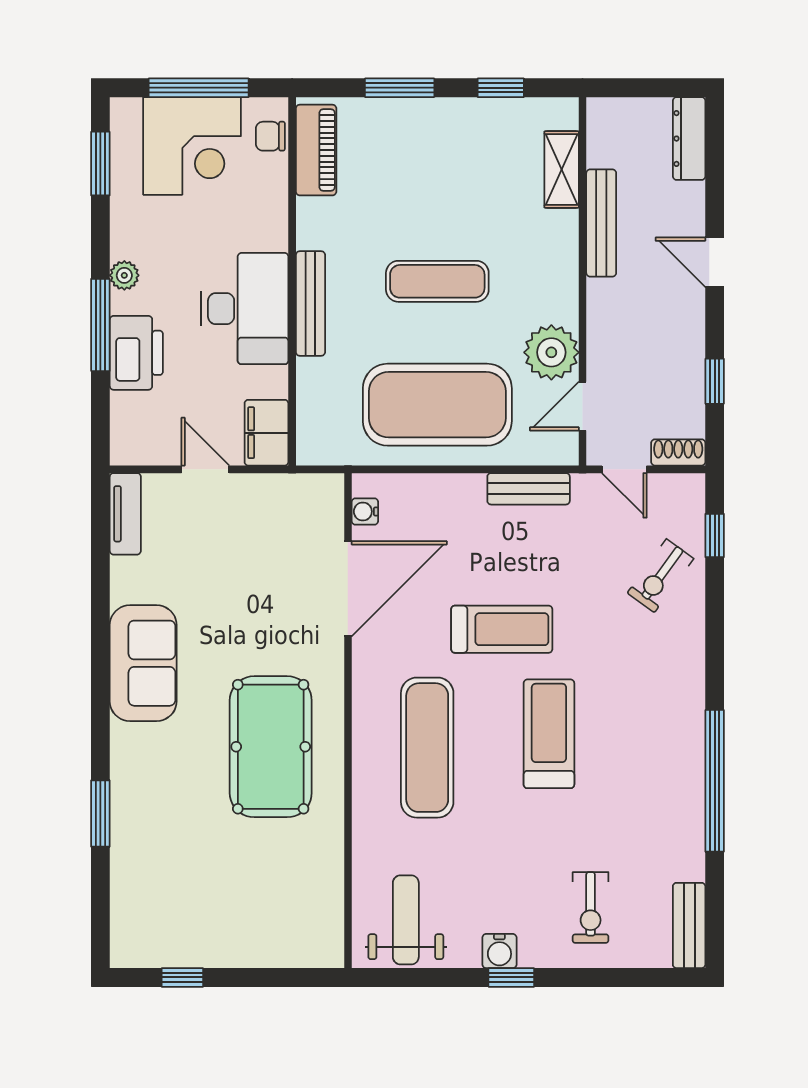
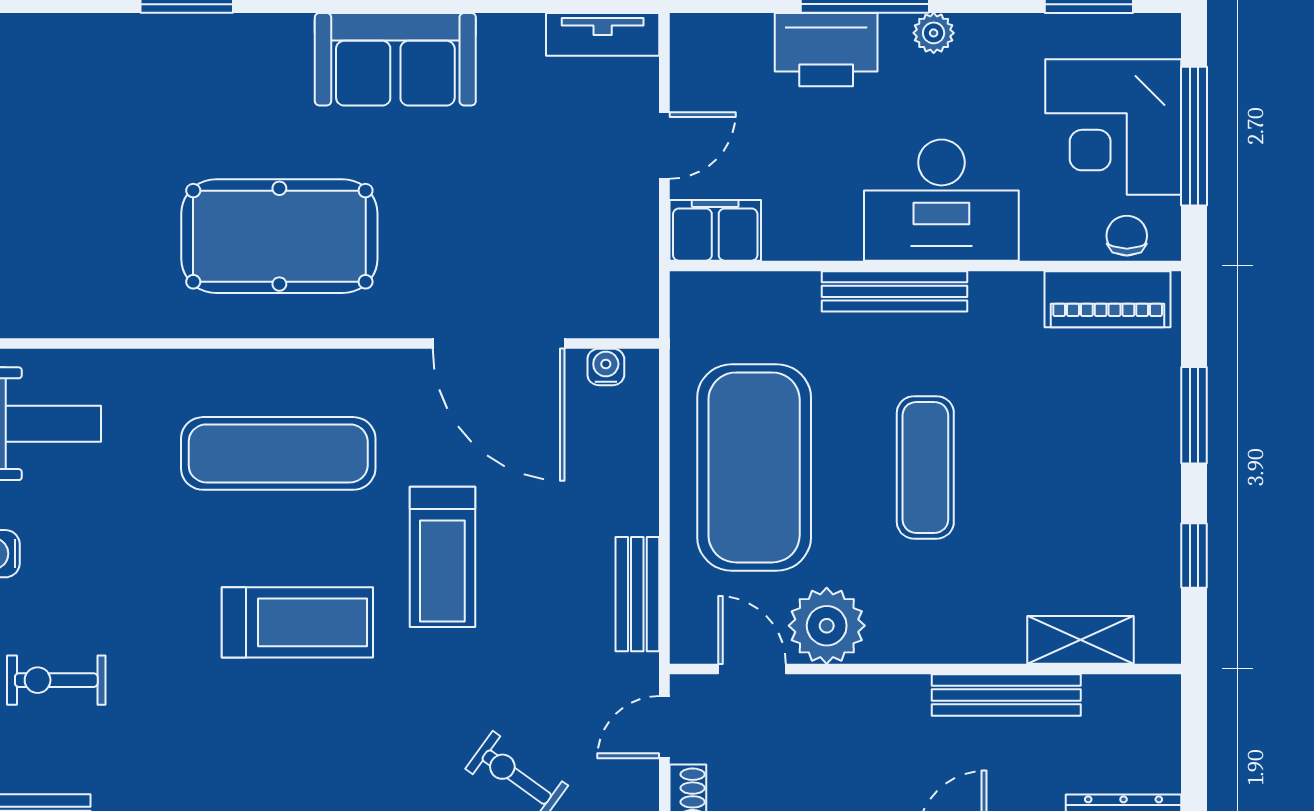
desk: (245, 309) -> (941, 200), moved

